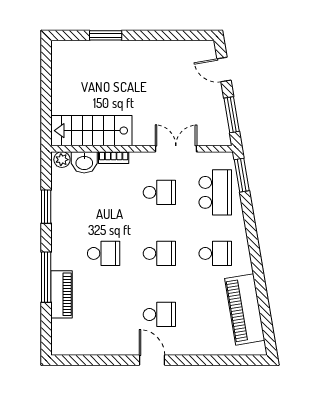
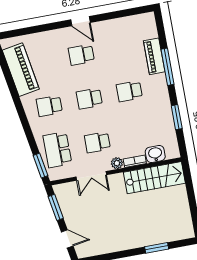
plant: (62, 160) -> (117, 163), moved

